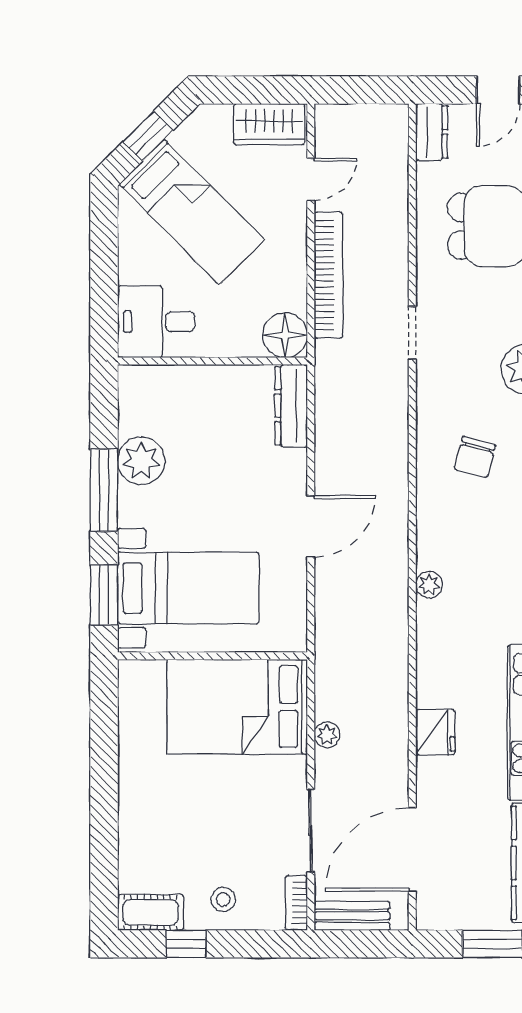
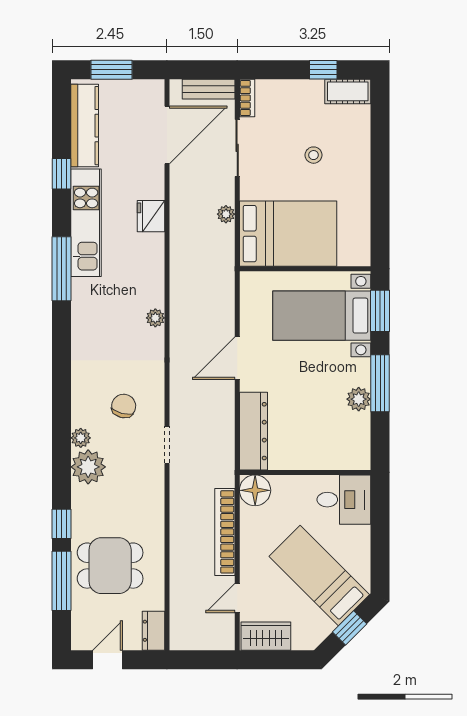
doorway: (412, 333) -> (167, 445), moved
dresser: (291, 406) -> (253, 431), width x1.37, depth x1.24
plant: (141, 461) -> (359, 399), width x0.73, depth x0.73
stool: (223, 899) -> (314, 155), moved

